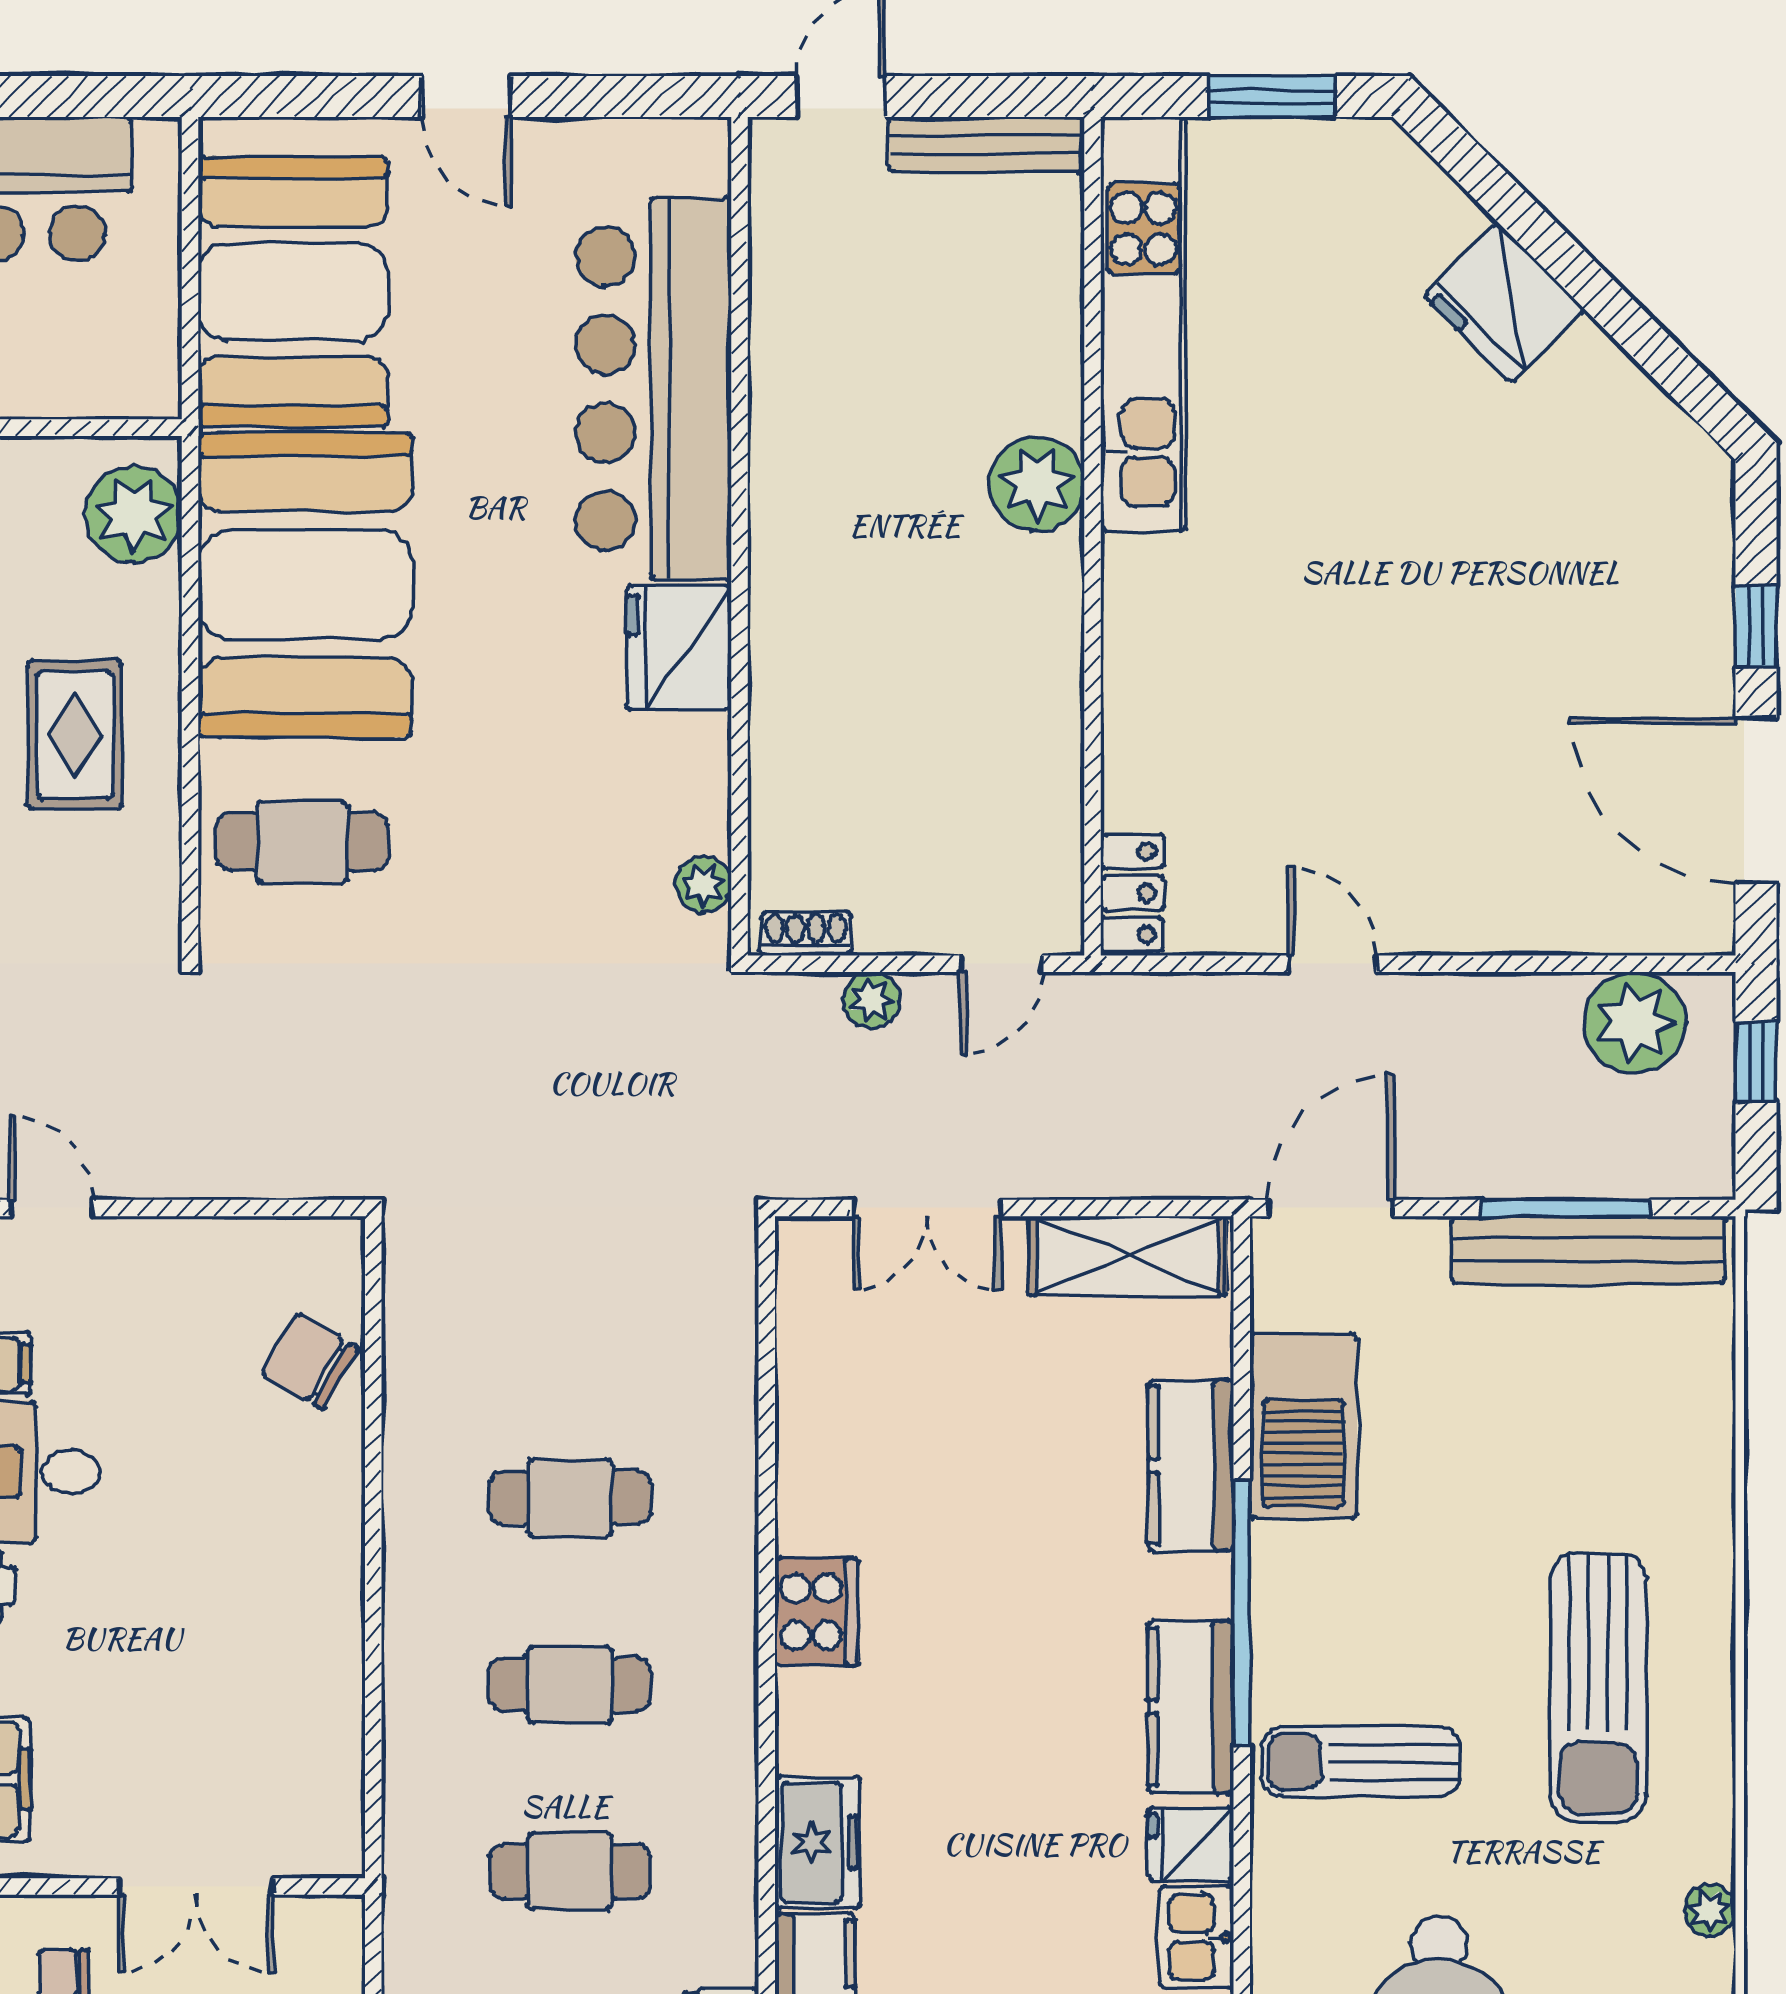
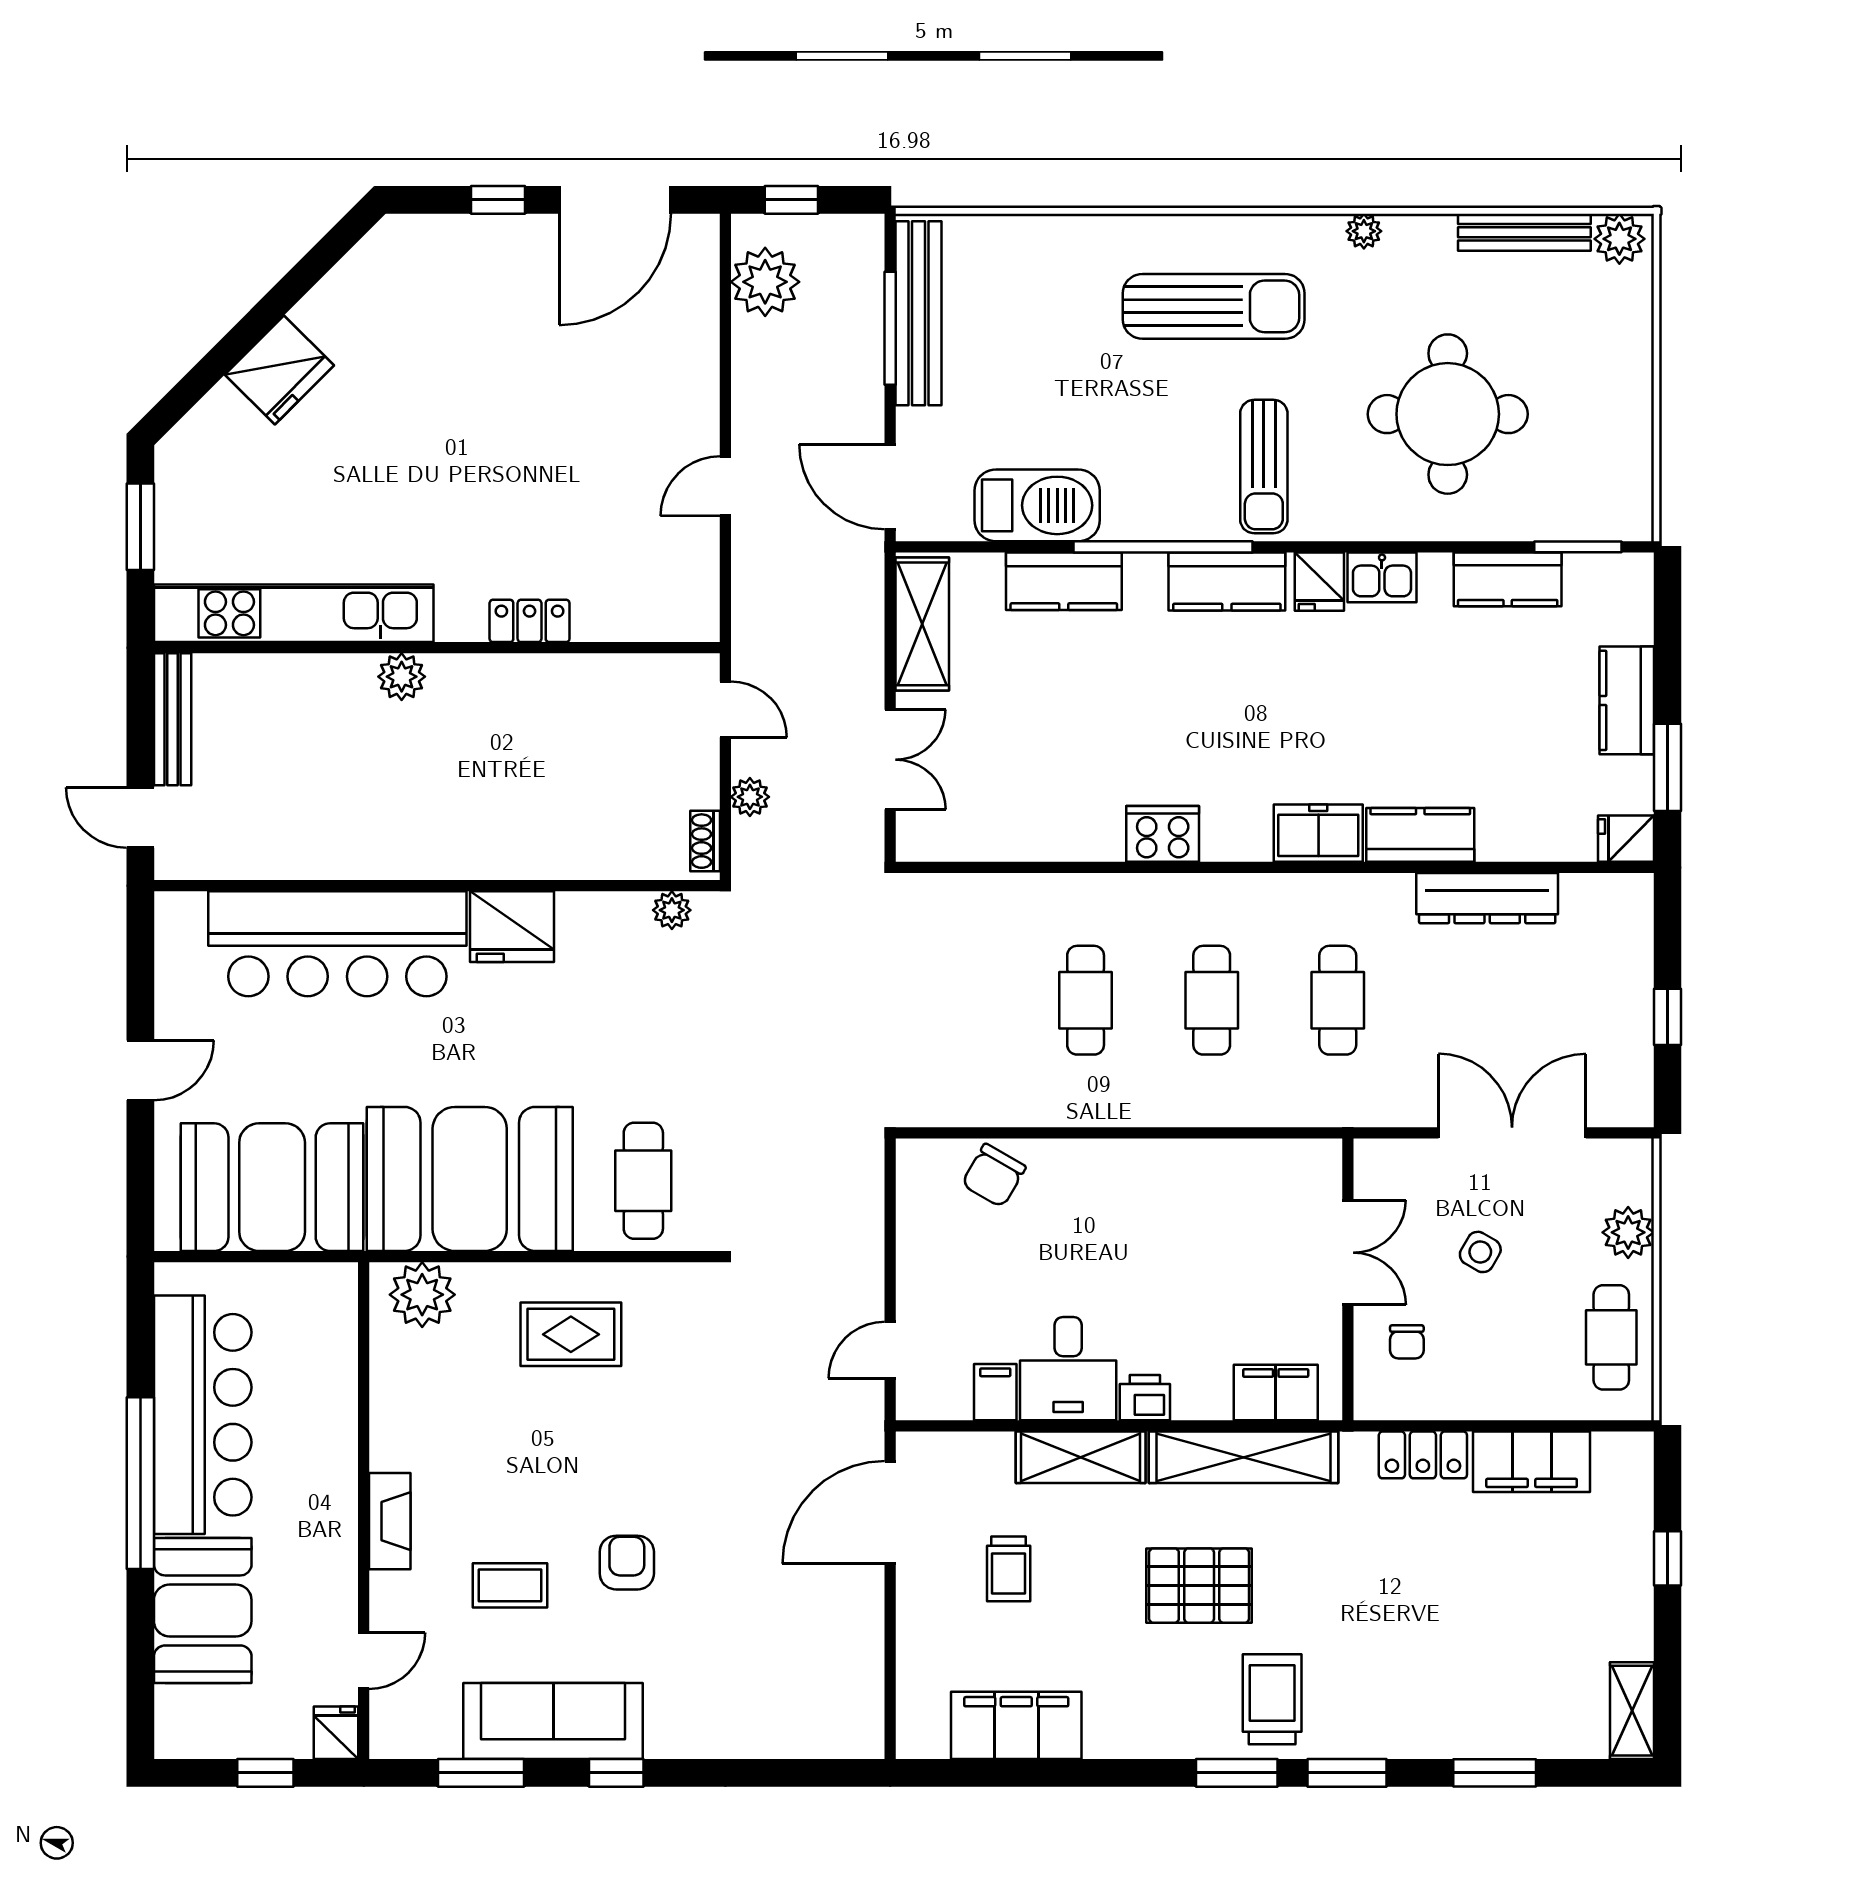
plant: (1037, 484) -> (402, 677), width x0.73, depth x0.73
locker: (1132, 893) -> (530, 621), moved

